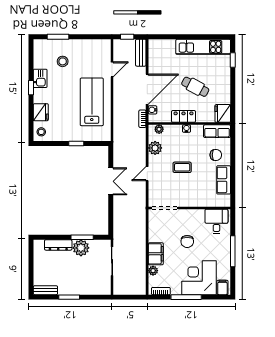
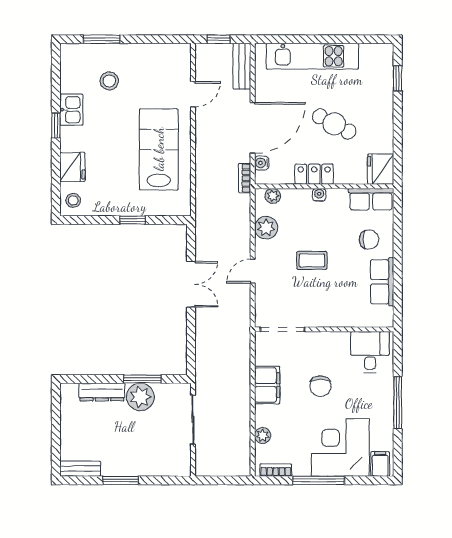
kitchen unit: (203, 47) -> (312, 56), moved
filing cabinet: (156, 254) -> (267, 385), moved

